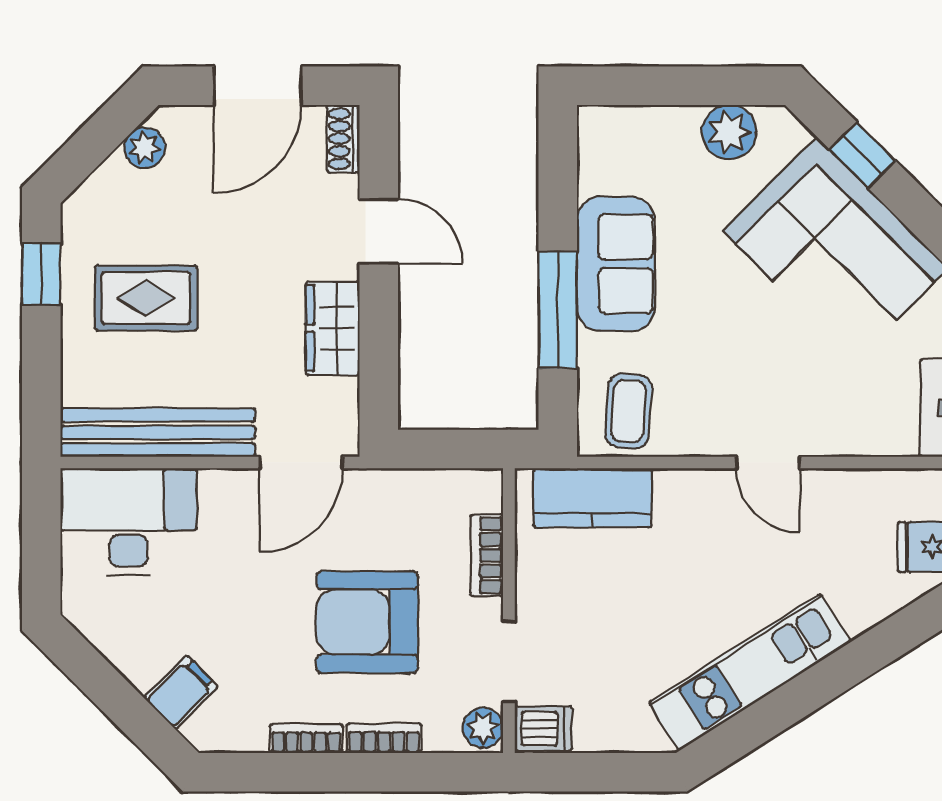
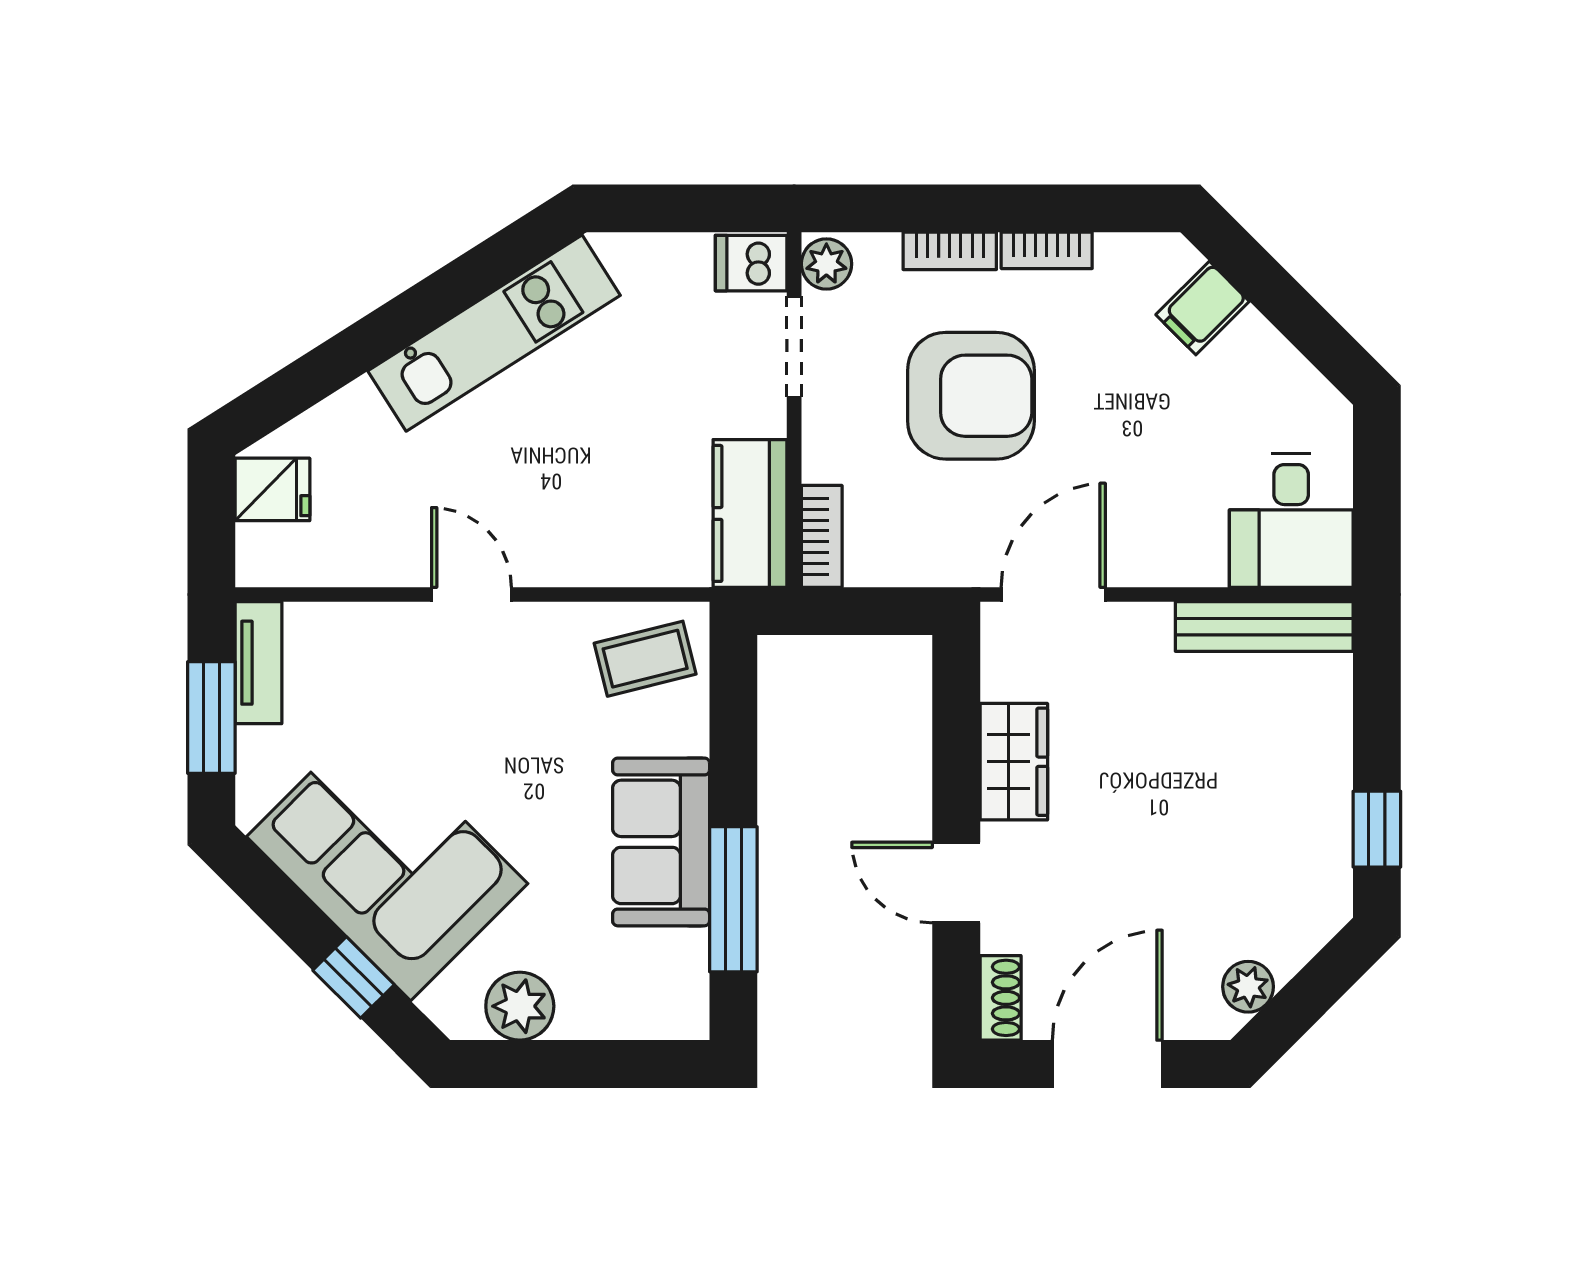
rug: (146, 298) -> (1246, 799), removed
window: (558, 310) -> (733, 899), moved
coffee table: (629, 411) -> (645, 659), turned 72
bench: (158, 433) -> (1264, 626), width x0.73, depth x0.82
kitchen counter: (593, 498) -> (750, 513), moved, turned -90
desk: (129, 522) -> (1291, 521), width x0.73
bookcase: (487, 555) -> (822, 536), moved

